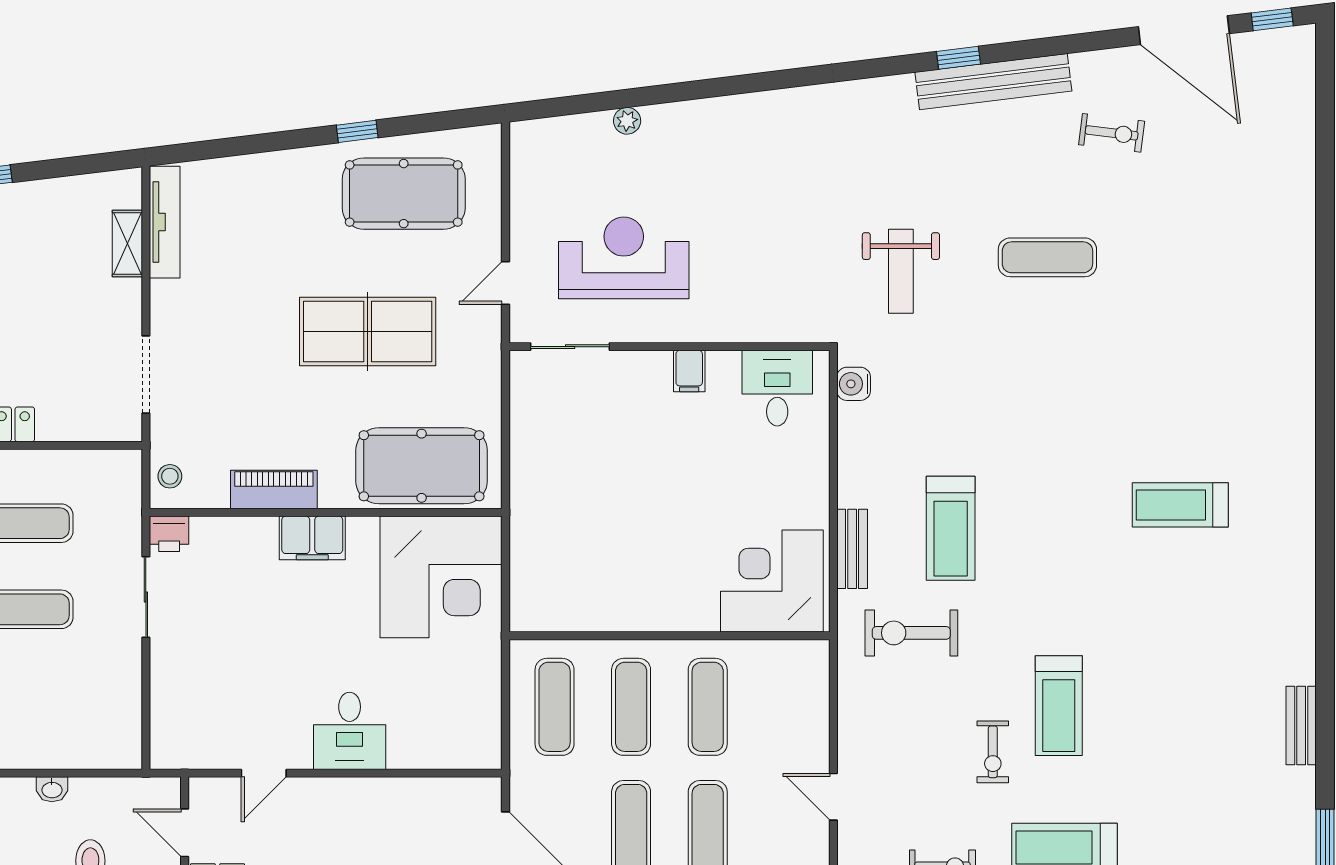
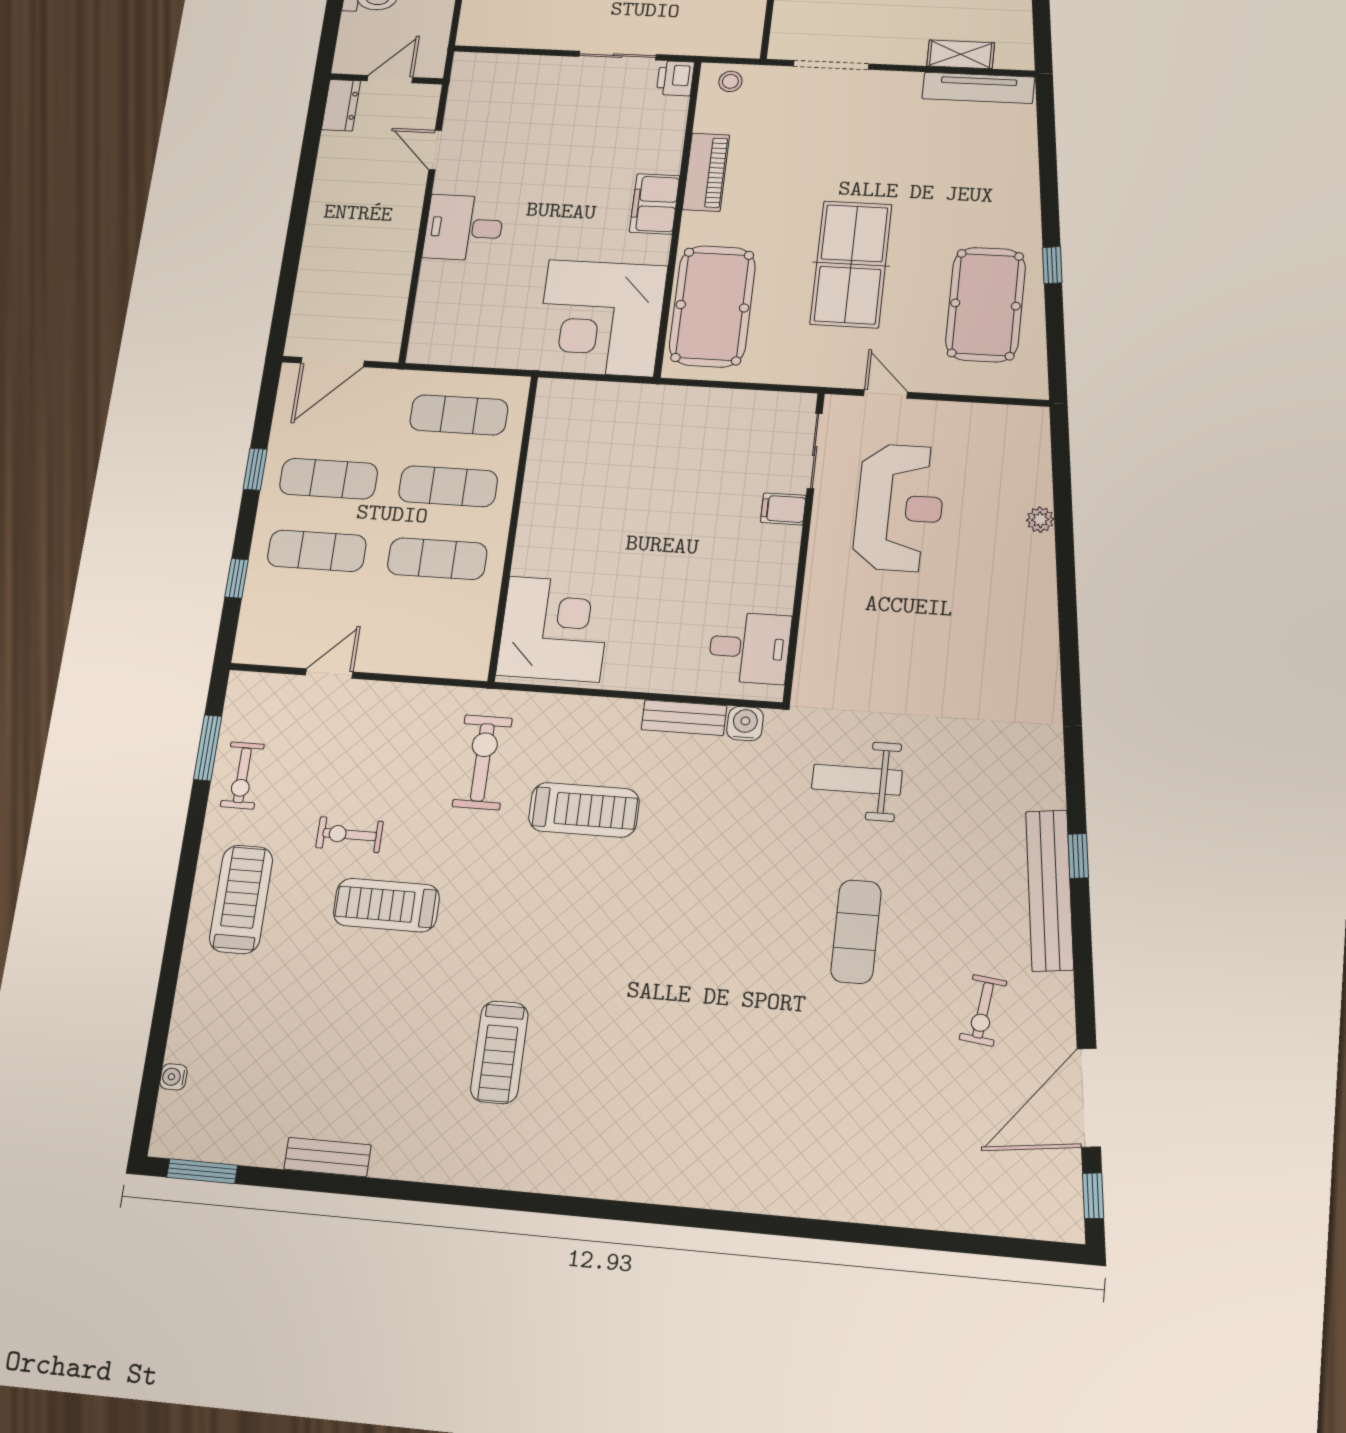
filing cabinet: (689, 371) -> (783, 509), moved
treadmill: (1180, 505) -> (499, 1052), moved, turned 180
treadmill: (951, 528) -> (584, 810), turned 180
bench: (852, 549) -> (684, 718), moved

